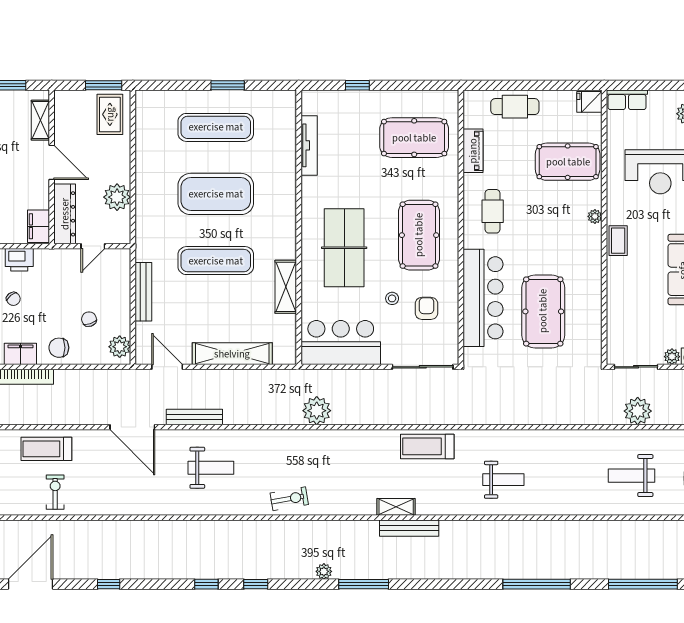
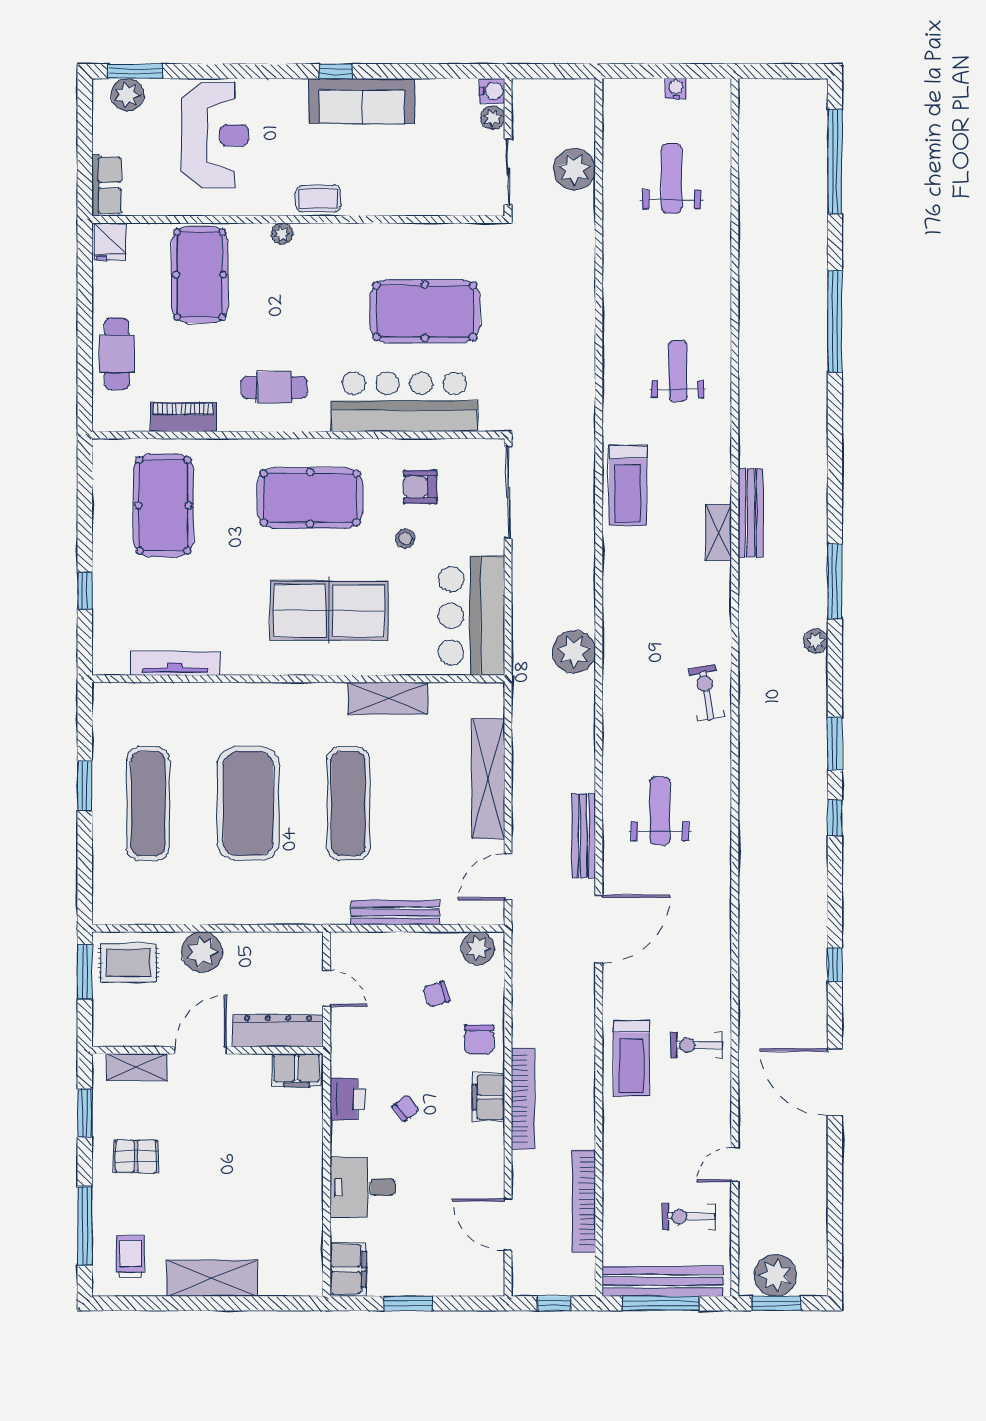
plant: (117, 197) -> (202, 952), moved
weight bench: (631, 476) -> (672, 179), turned 180
window: (256, 584) -> (835, 743), width x1.50

